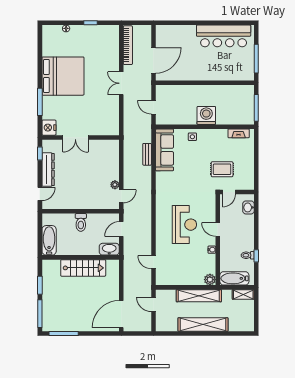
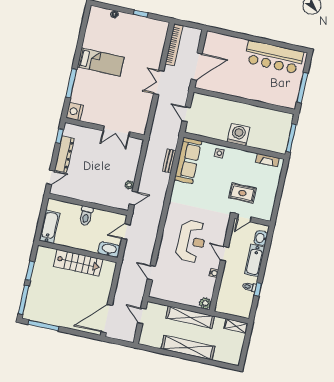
bed: (63, 76) -> (101, 62), width x0.49
double door: (75, 137) -> (116, 131), moved
bathtub: (234, 278) -> (255, 260), moved, turned -90

